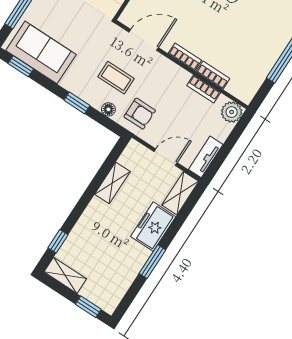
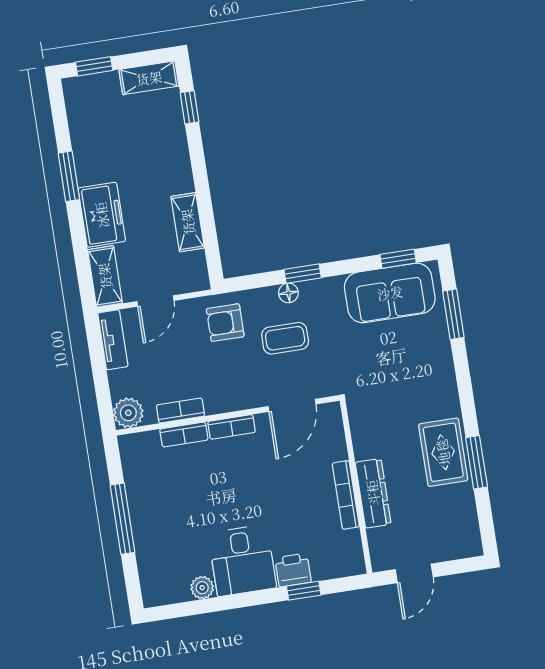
floor lamp: (108, 109) -> (288, 293), moved

